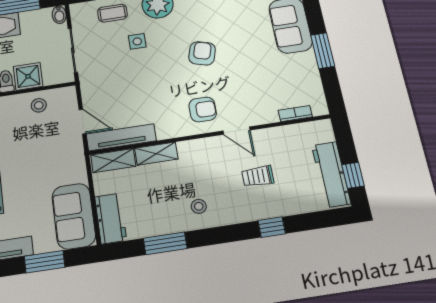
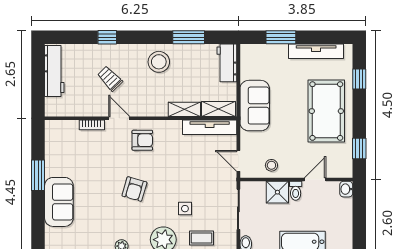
armchair: (203, 110) -> (142, 140), turned 180
bookcase: (295, 114) -> (92, 125), moved
door: (82, 122) -> (238, 161), moved
window: (353, 175) -> (38, 68), removed
trolley: (258, 176) -> (110, 79), turned -134
stool: (199, 206) -> (159, 62), width x1.89, depth x1.89
sofa: (74, 216) -> (255, 106), moved

